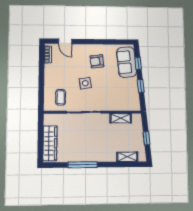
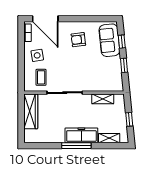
door: (65, 41) -> (45, 19), width x1.87
side table: (85, 83) -> (37, 55), moved
wardrobe: (50, 143) -> (31, 111), moved
freezer: (100, 154) -> (81, 135), added
window: (83, 165) -> (76, 146), moved

